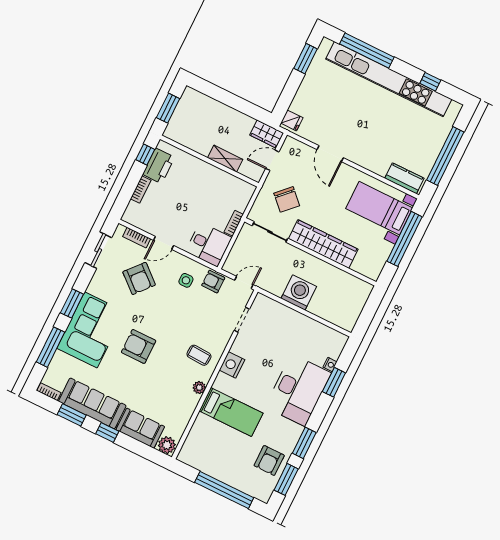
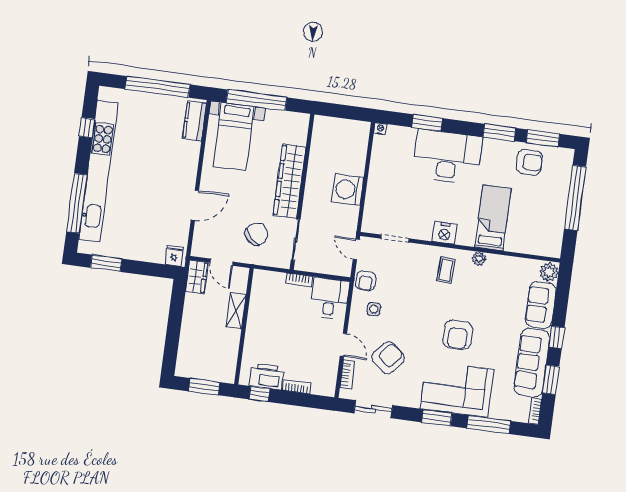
nightstand: (330, 364) -> (380, 129), moved

